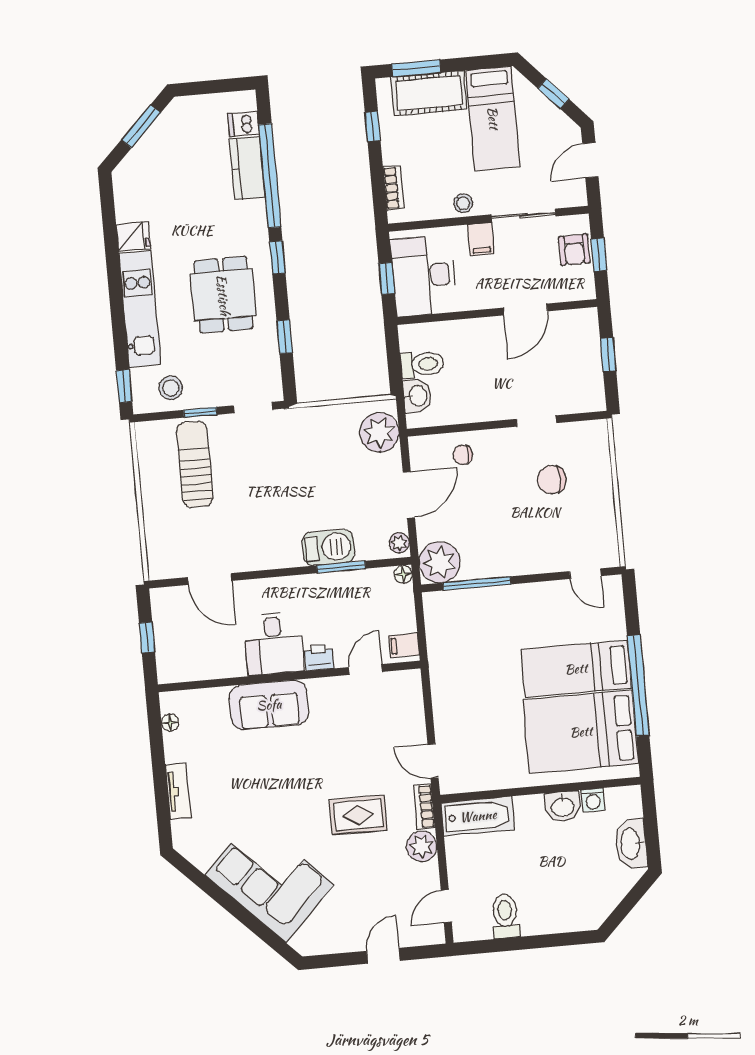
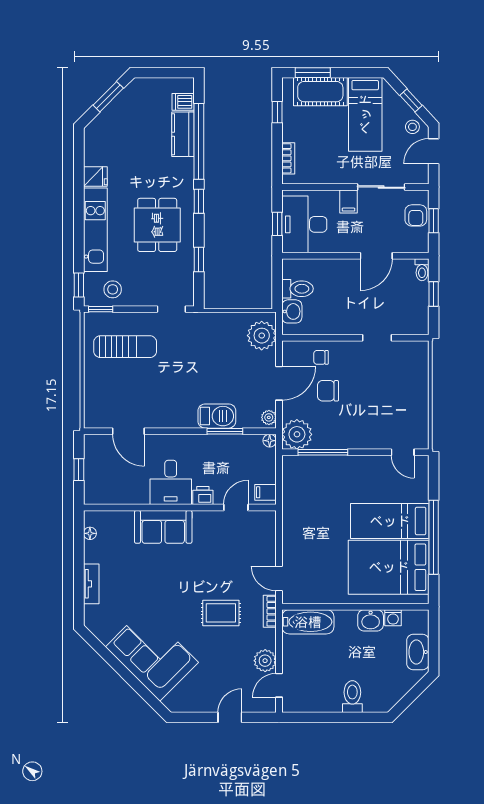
stool: (463, 203) -> (412, 127), moved
toilet: (589, 323) -> (422, 270), added
window: (200, 412) -> (101, 309), moved
sun lounger: (195, 464) -> (125, 347), turned 90
chair: (552, 480) -> (328, 391), moved
plant: (422, 846) -> (265, 661), moved
toilet: (505, 916) -> (352, 697), moved

